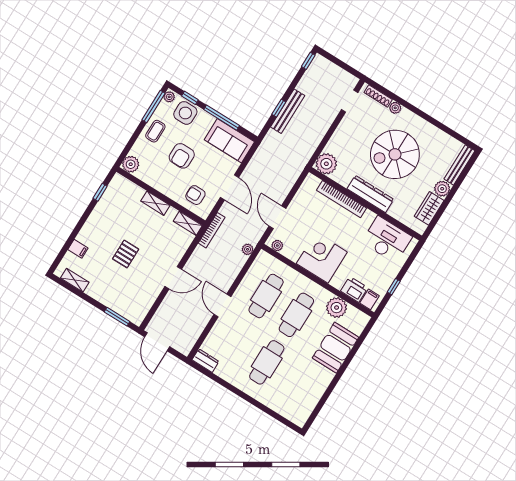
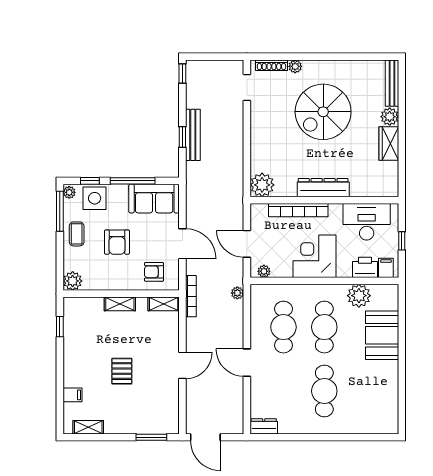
plant: (326, 164) -> (262, 185), moved
dresser: (370, 194) -> (323, 188), moved
bookcase: (342, 199) -> (298, 210), moved
wall: (365, 204) -> (324, 200), moved
desk: (387, 239) -> (367, 222), moved

